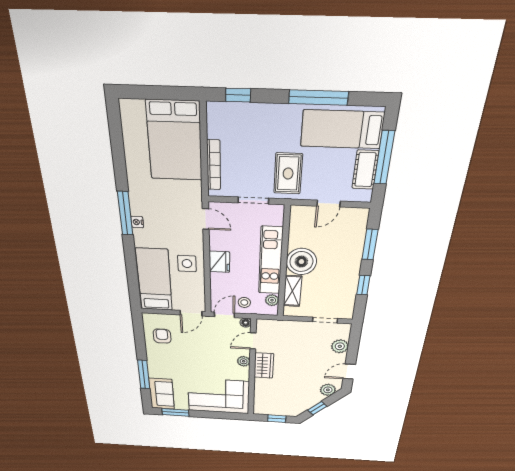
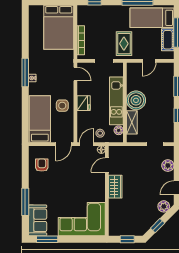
plant: (244, 361) -> (100, 184), removed

